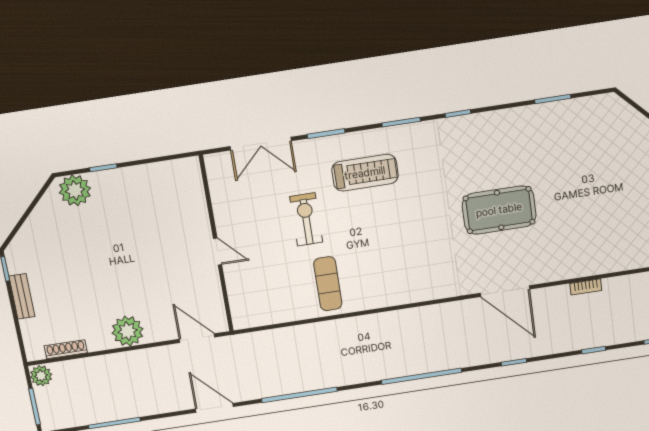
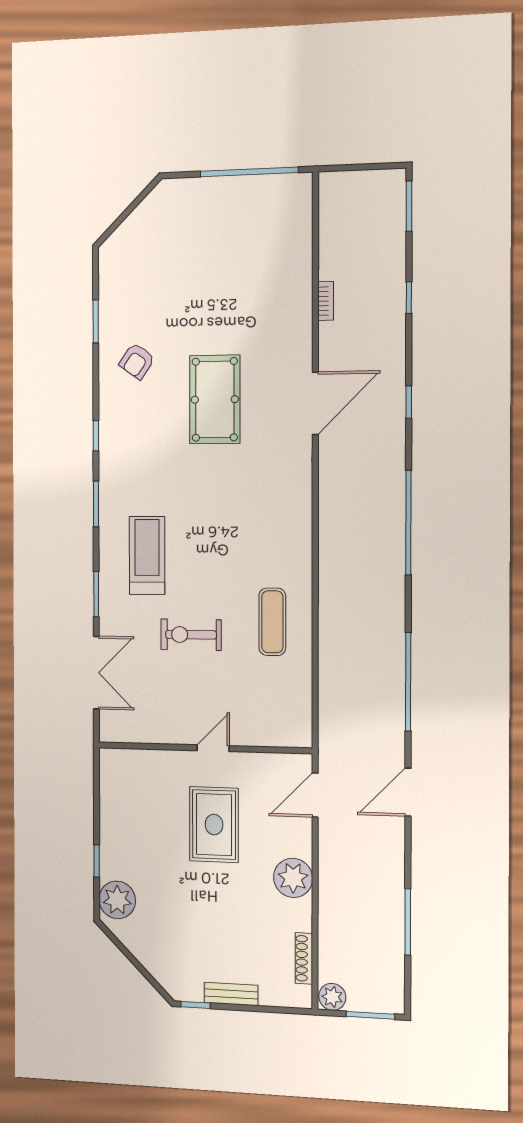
armchair: (523, 140) -> (137, 361), added
rug: (156, 262) -> (214, 825), added
exercise mat: (328, 284) -> (272, 622), turned 90

